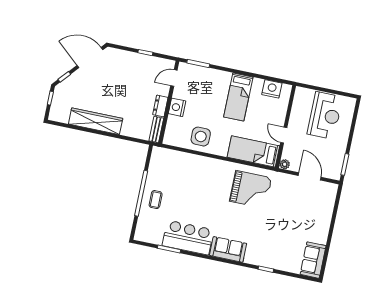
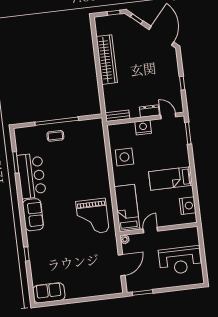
dresser: (160, 106) -> (149, 111), moved

